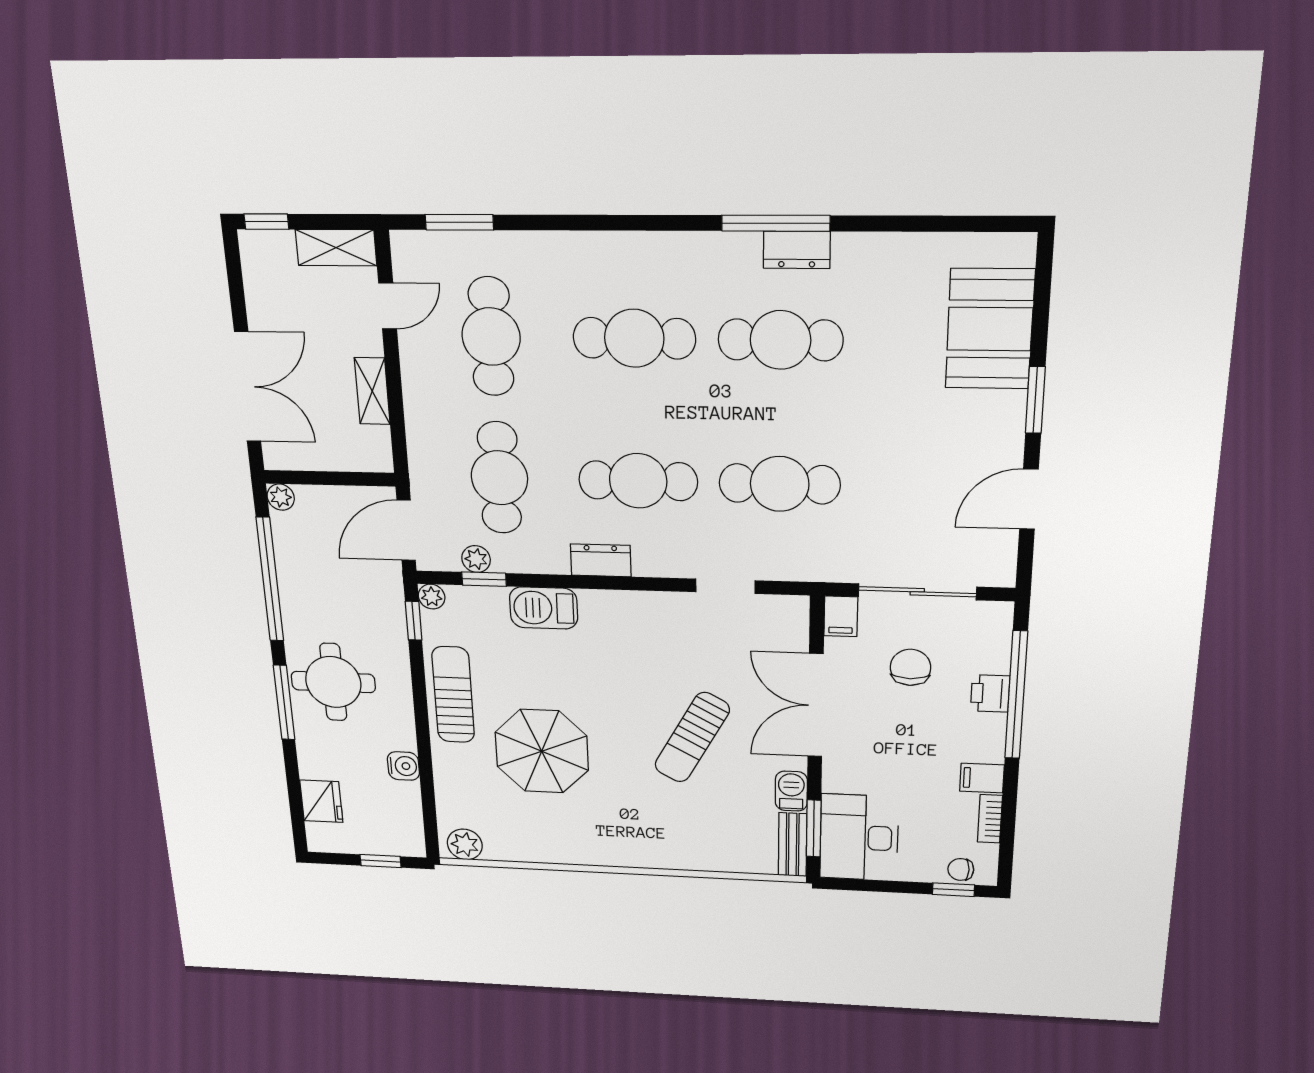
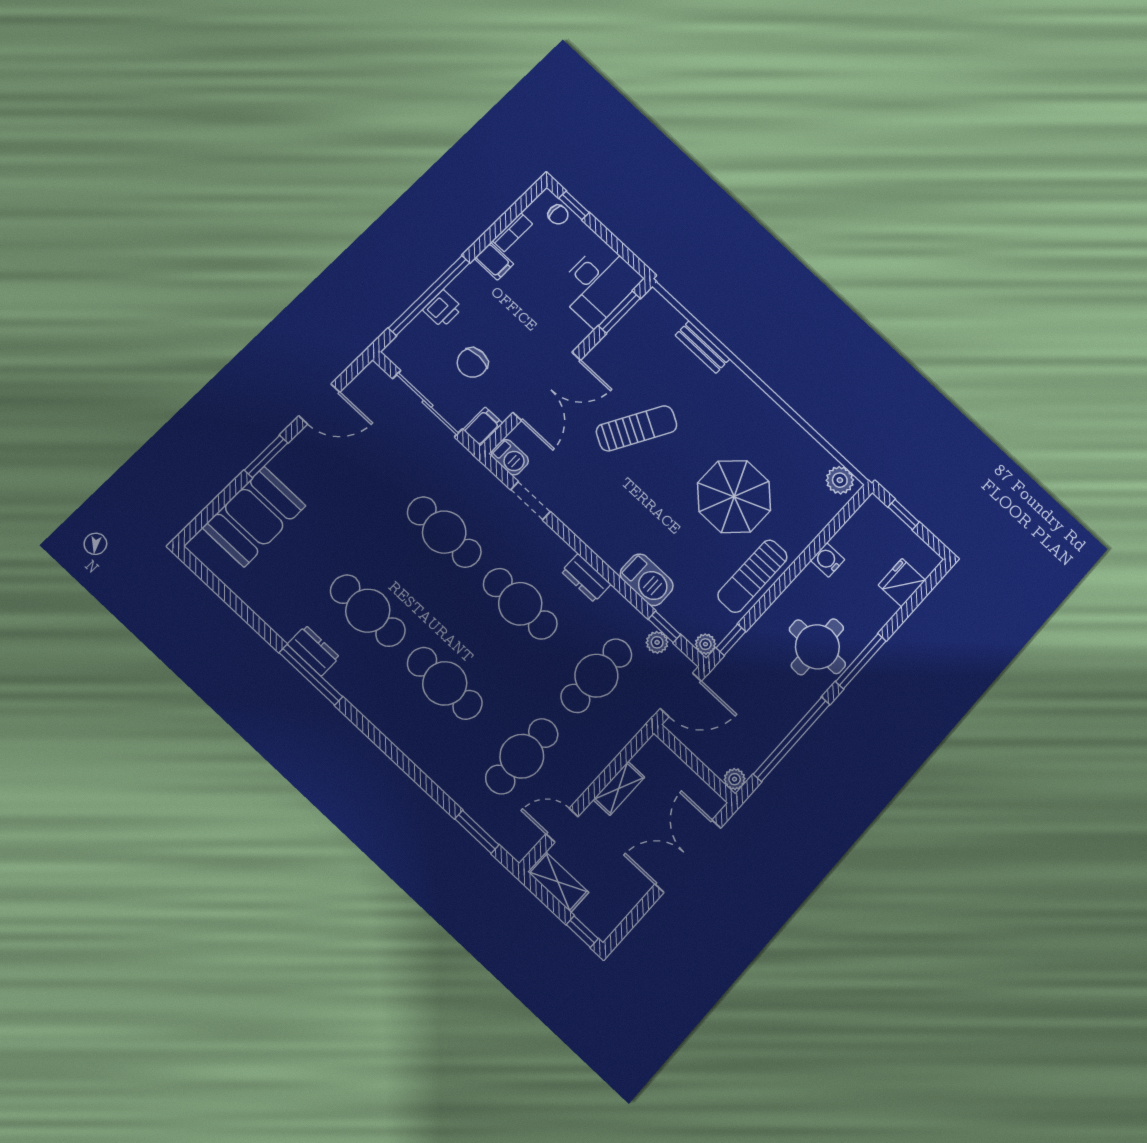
barbecue: (791, 791) -> (510, 457), moved, turned -90
bench: (793, 845) -> (703, 347), moved, turned 90

